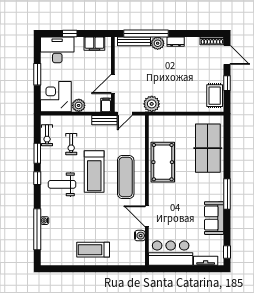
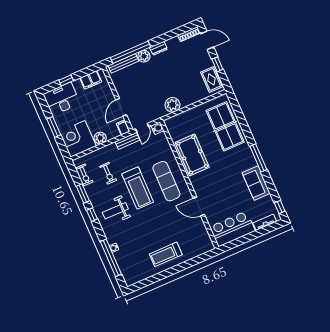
plant: (152, 104) -> (172, 105), moved
water cooler: (140, 236) -> (158, 128), moved

